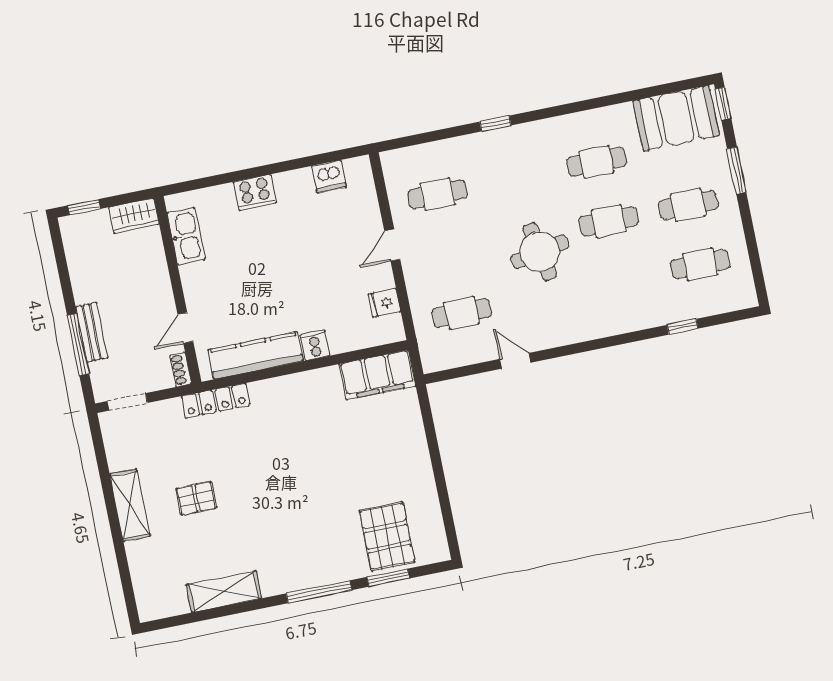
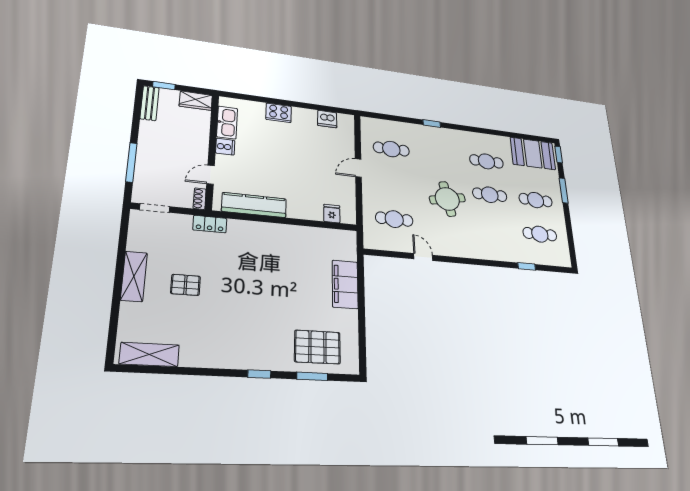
fridge: (384, 303) -> (332, 214), moved, turned 90
bench: (92, 332) -> (150, 103), moved
cooker: (315, 345) -> (225, 147), moved, turned 90
filing cabinet: (377, 375) -> (345, 284), moved, turned 90
locker: (216, 401) -> (210, 224), width x0.66
pallet: (387, 536) -> (317, 347), turned 90
shelving: (224, 592) -> (149, 354), moved
window: (319, 592) -> (259, 374), width x0.46

